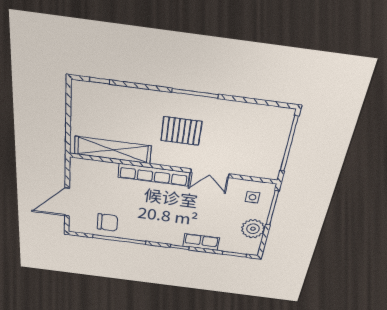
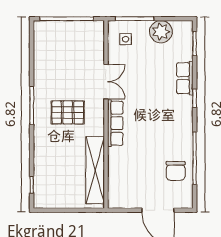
pallet: (181, 131) -> (68, 112), turned 90
row of seats: (154, 175) -> (115, 123), width x0.73
chair: (107, 222) -> (176, 171), turned 180

